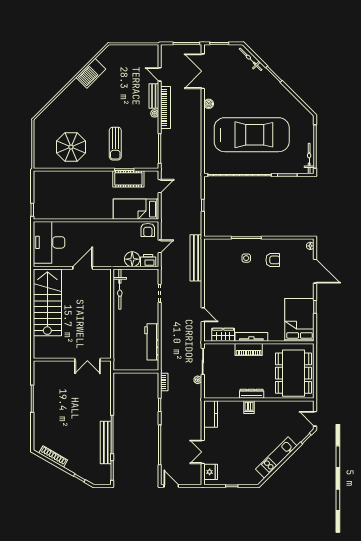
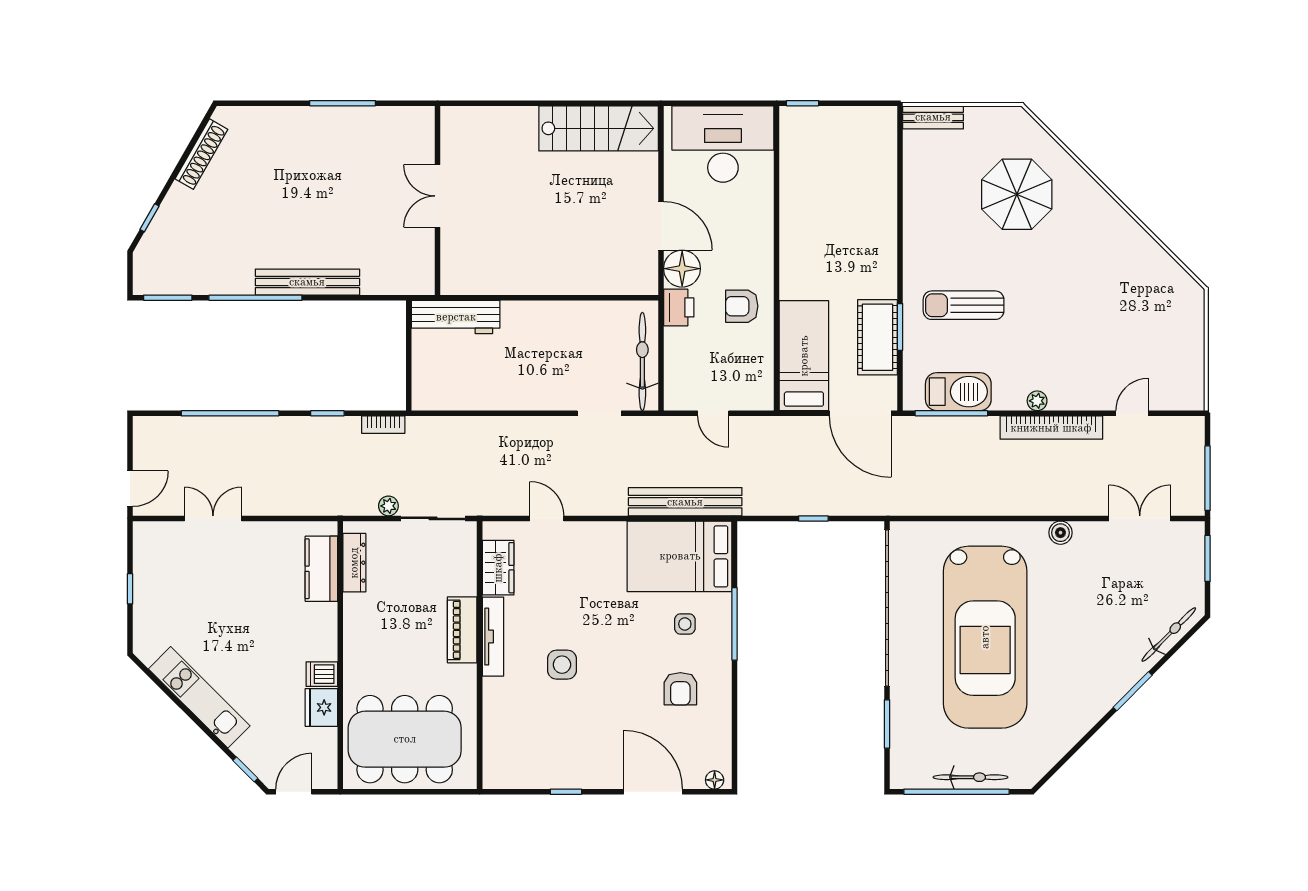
double door: (203, 71) -> (1140, 518), width x0.73
barbecue: (91, 73) -> (958, 392), moved, turned 135
bench: (154, 96) -> (933, 117), moved
parasol: (71, 147) -> (1017, 194), moved
bicycle: (309, 159) -> (970, 777), moved
door: (160, 186) -> (860, 413), width x1.88
armchair: (148, 230) -> (742, 306), moved
floor lamp: (132, 259) -> (682, 269), moved
printer: (148, 261) -> (679, 307), moved
door: (315, 271) -> (653, 792), swing flipped
bicycle: (120, 289) -> (642, 361), moved, turned 90
stairs: (47, 302) -> (599, 128), width x0.73, depth x0.66
side table: (263, 309) -> (562, 665), added
door: (203, 315) -> (547, 518), swing flipped
bed: (299, 320) -> (680, 556), moved, turned 180
workbench: (152, 342) -> (456, 317), moved, turned 180
double door: (87, 360) -> (438, 196), moved
dresser: (252, 394) -> (354, 563), moved
dishwasher: (249, 407) -> (322, 674), moved
kitchen counter: (211, 414) -> (321, 569), moved, turned 90
bench: (106, 443) -> (307, 282), moved
fridge: (211, 472) -> (321, 707), moved, turned 90
door: (171, 486) -> (130, 489), moved

